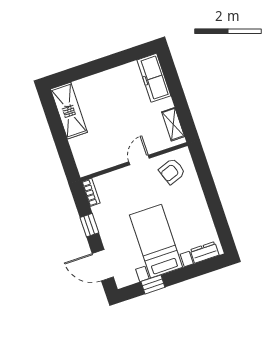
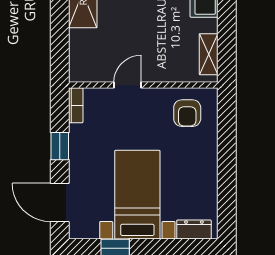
door: (139, 160) -> (127, 85), moved
armchair: (172, 171) -> (187, 113), turned -70

